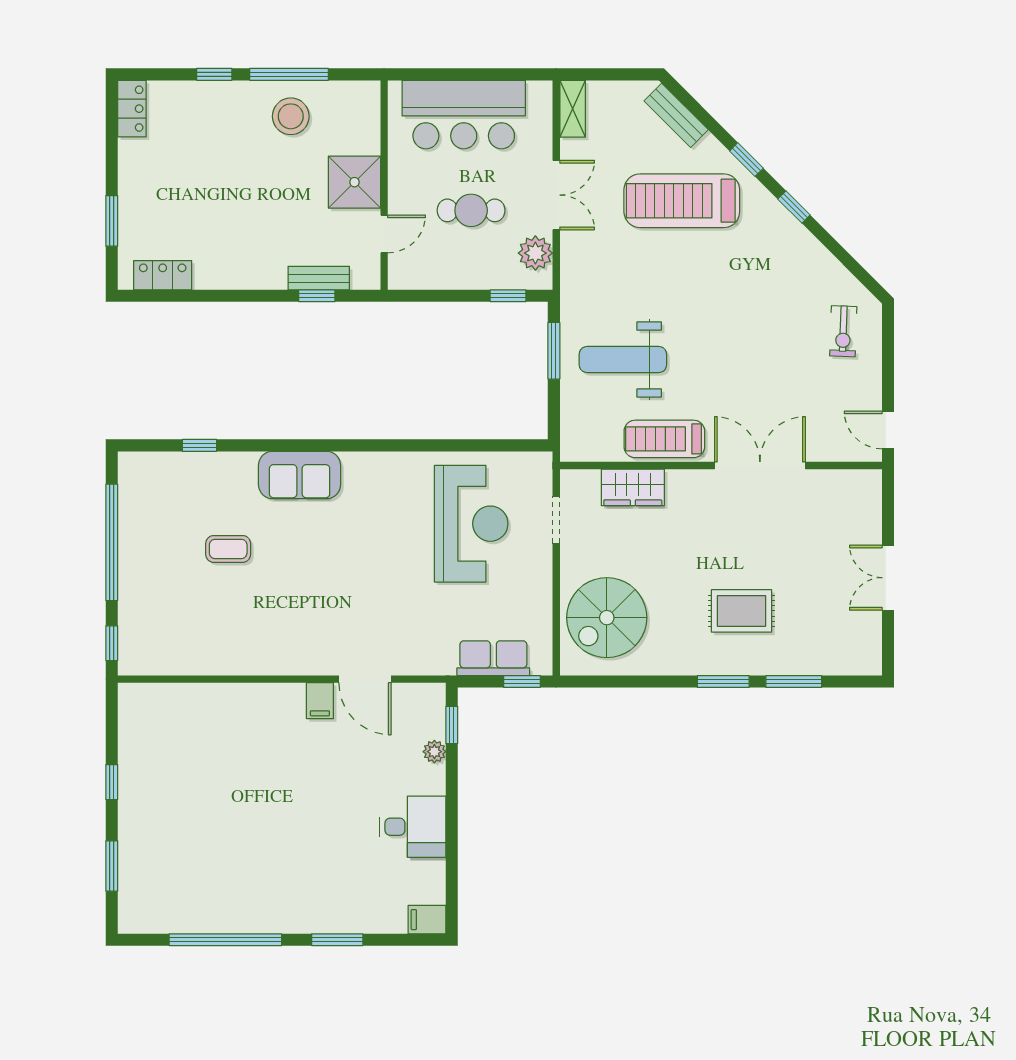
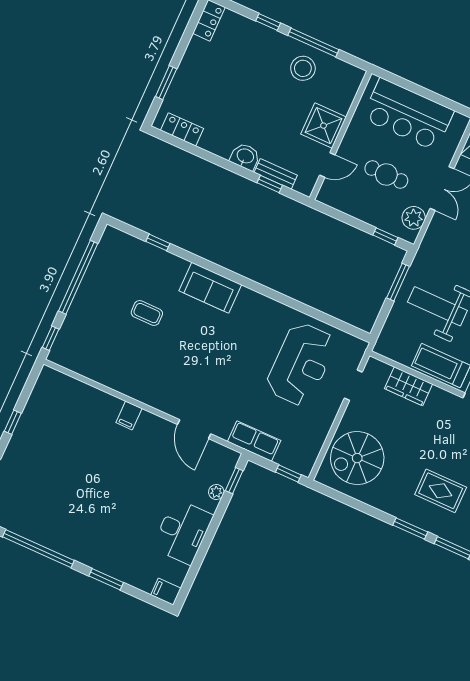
washbasin: (266, 273) -> (245, 157), added
row of seats: (493, 658) -> (254, 441), moved
filing cabinet: (320, 701) -> (129, 415), moved
desk: (413, 827) -> (183, 532), width x1.37

